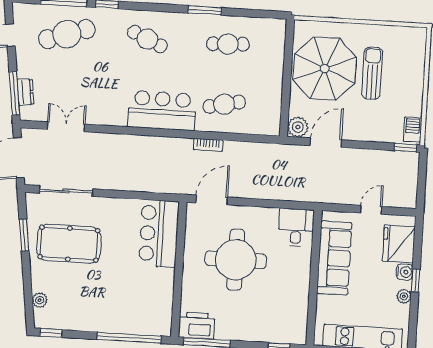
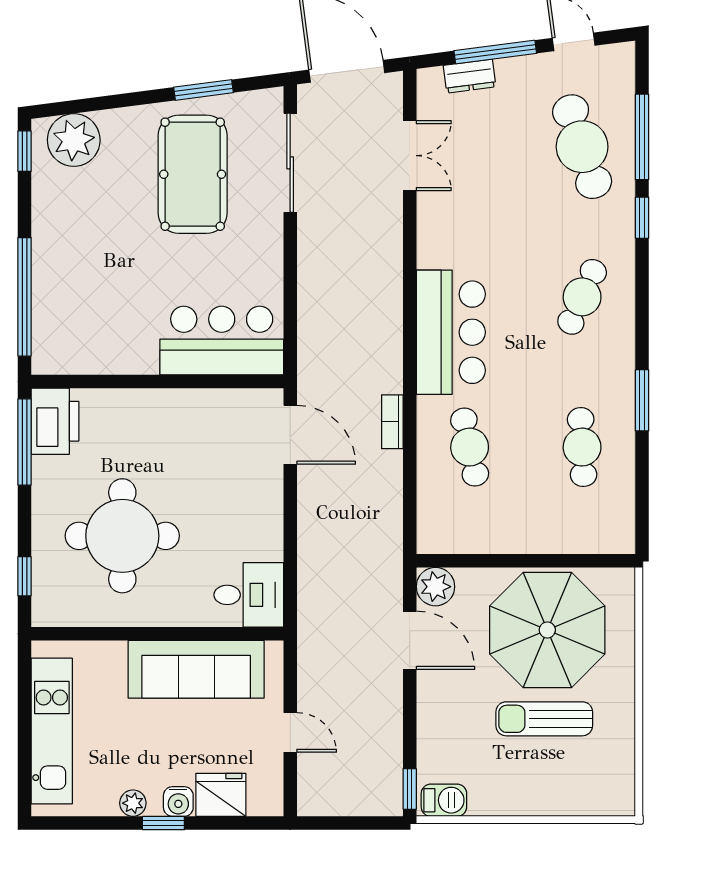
sun lounger: (372, 73) -> (544, 719), turned 180
window: (14, 93) -> (495, 52), moved
fridge: (399, 244) -> (221, 795), width x0.73, depth x0.75
round table: (236, 260) -> (122, 536), moved
plant: (40, 300) -> (74, 140), width x1.87, depth x1.87

